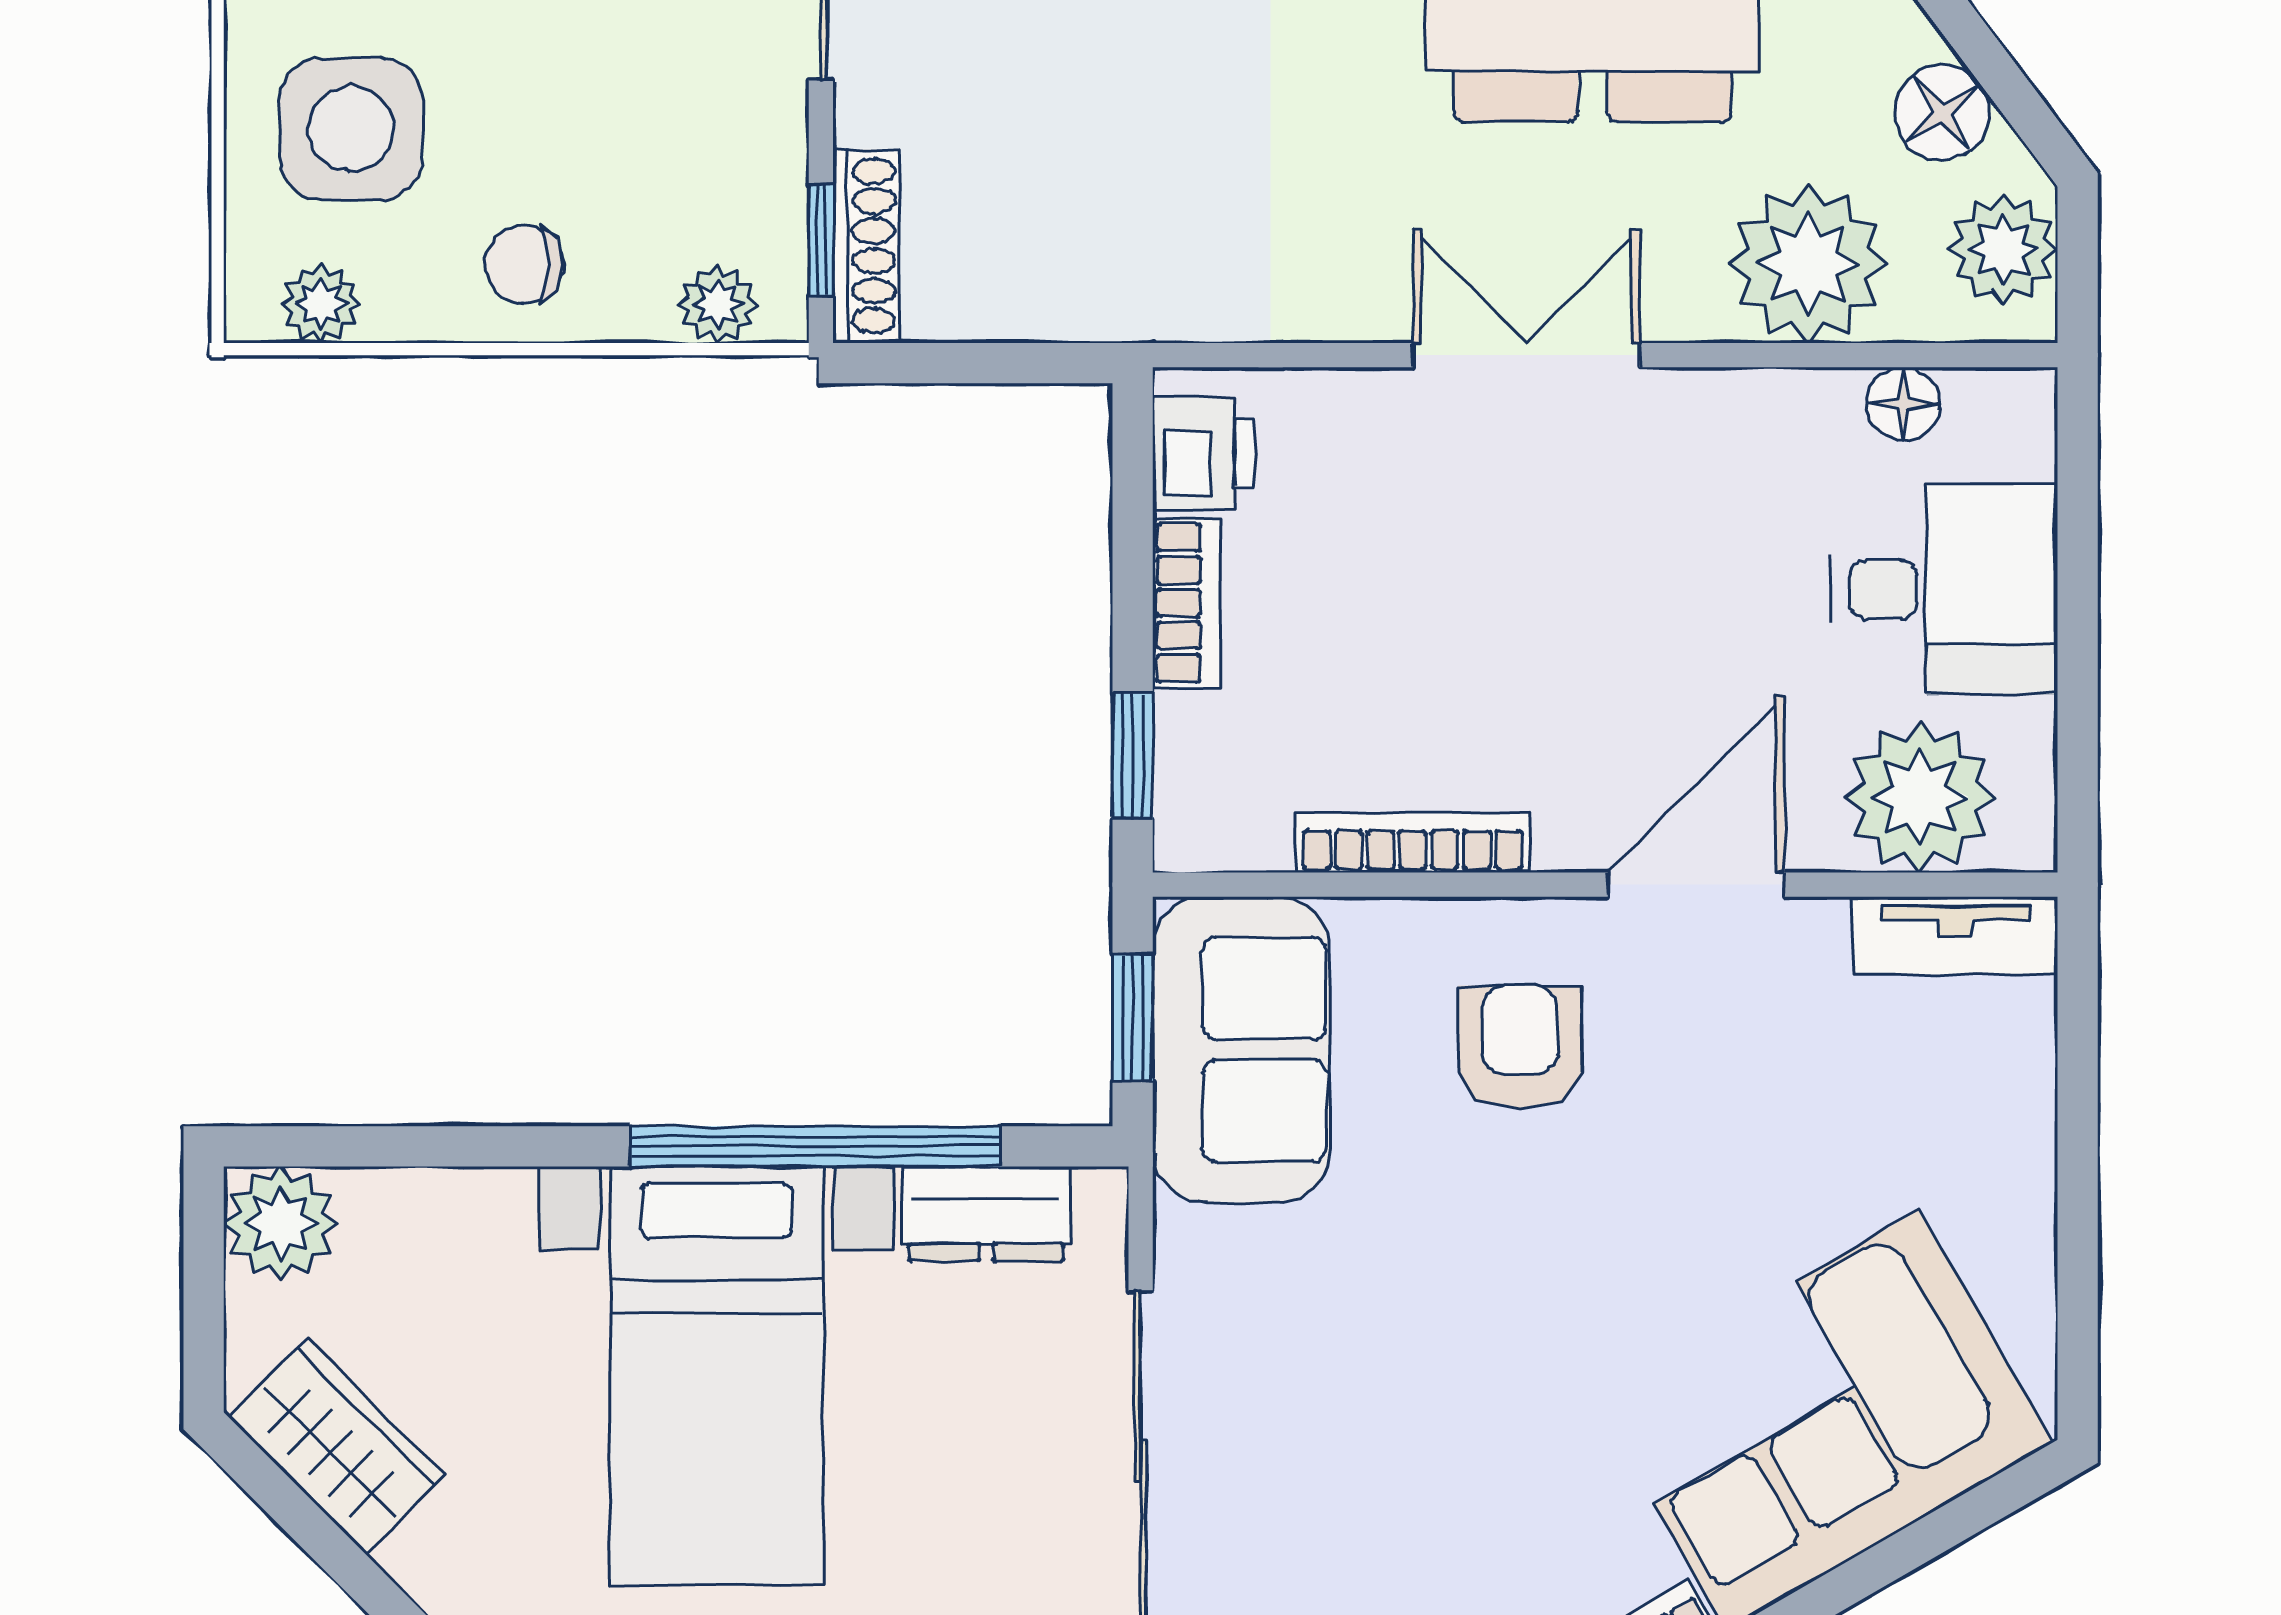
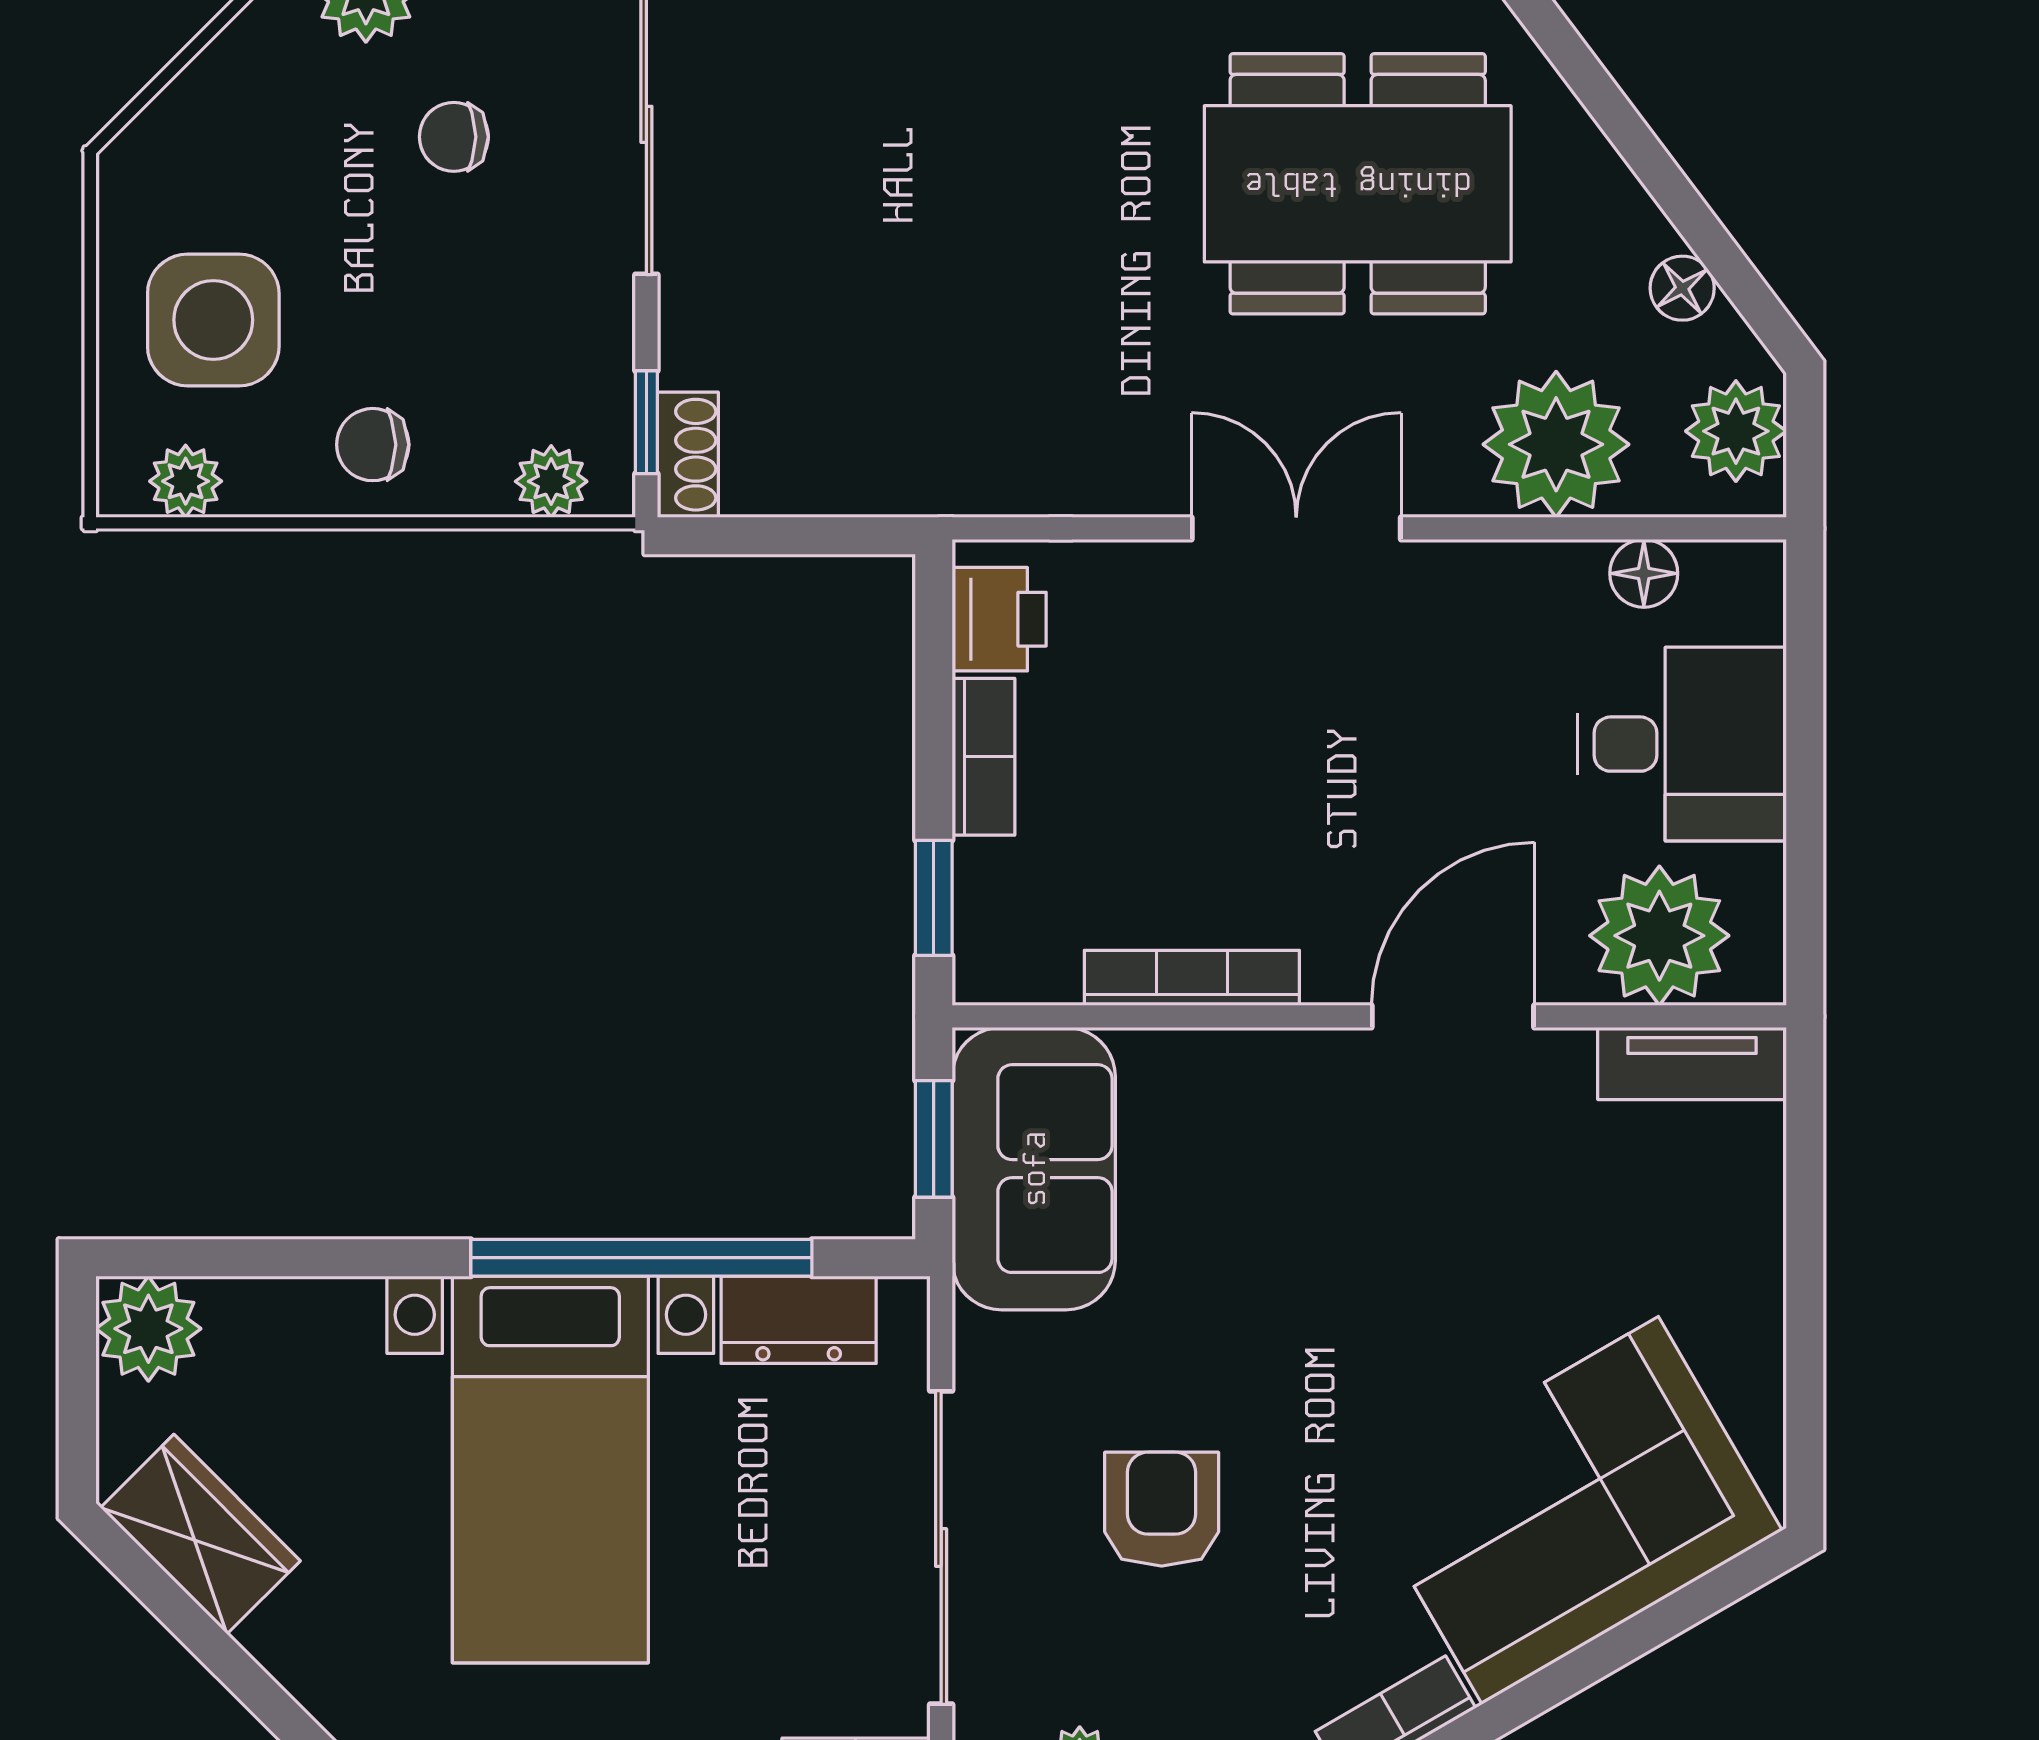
floor lamp: (1942, 113) -> (1682, 288), width x0.73, depth x0.73
shoe rack: (866, 246) -> (688, 455), width x0.70
armchair: (1520, 1048) -> (1162, 1509), moved

